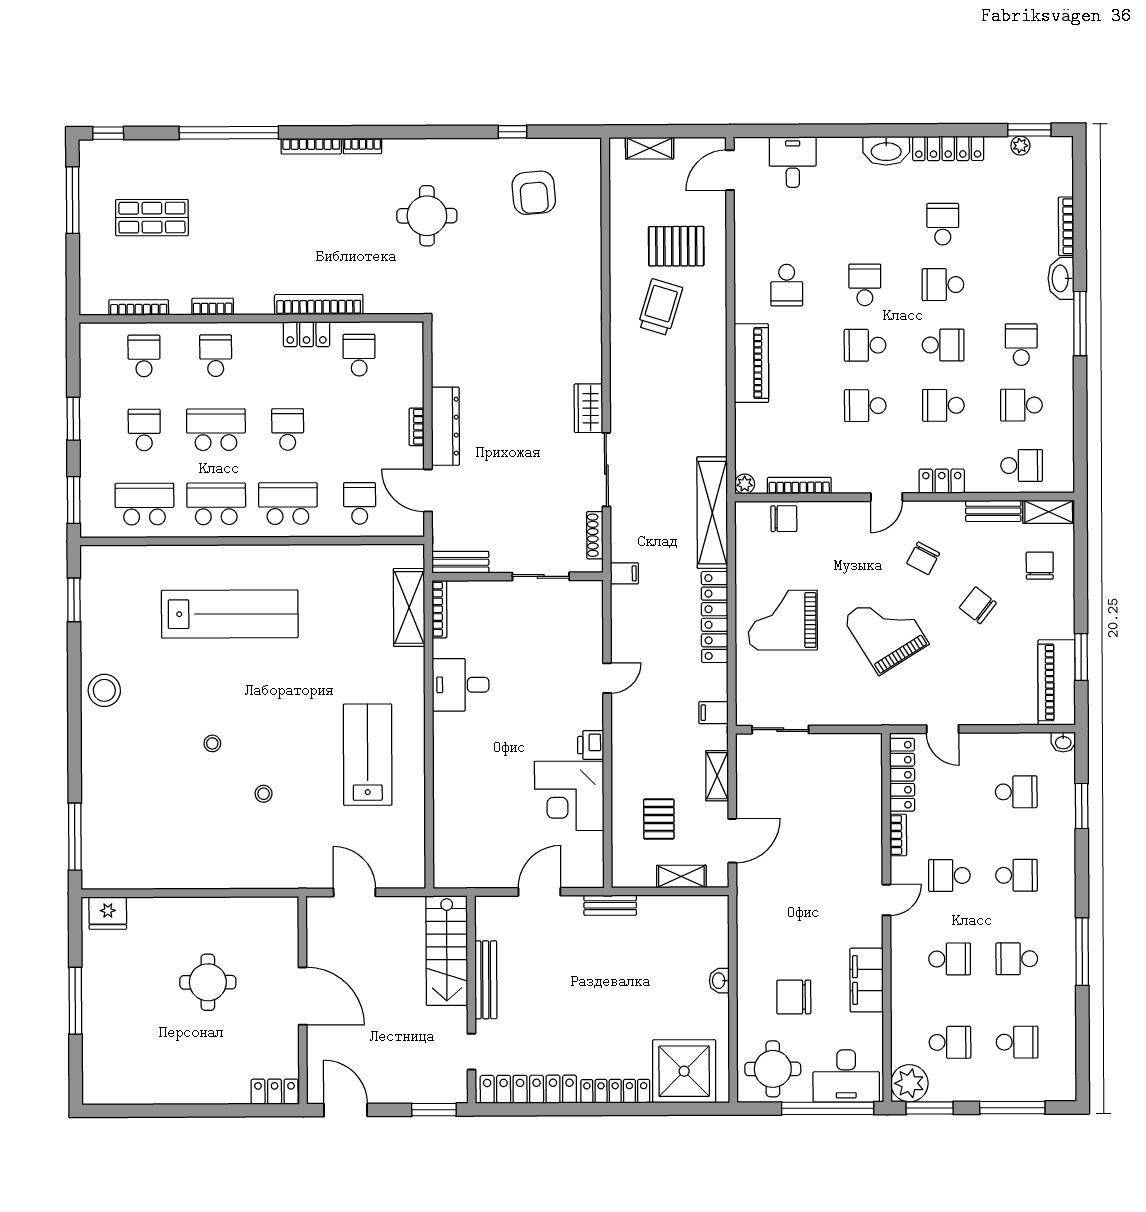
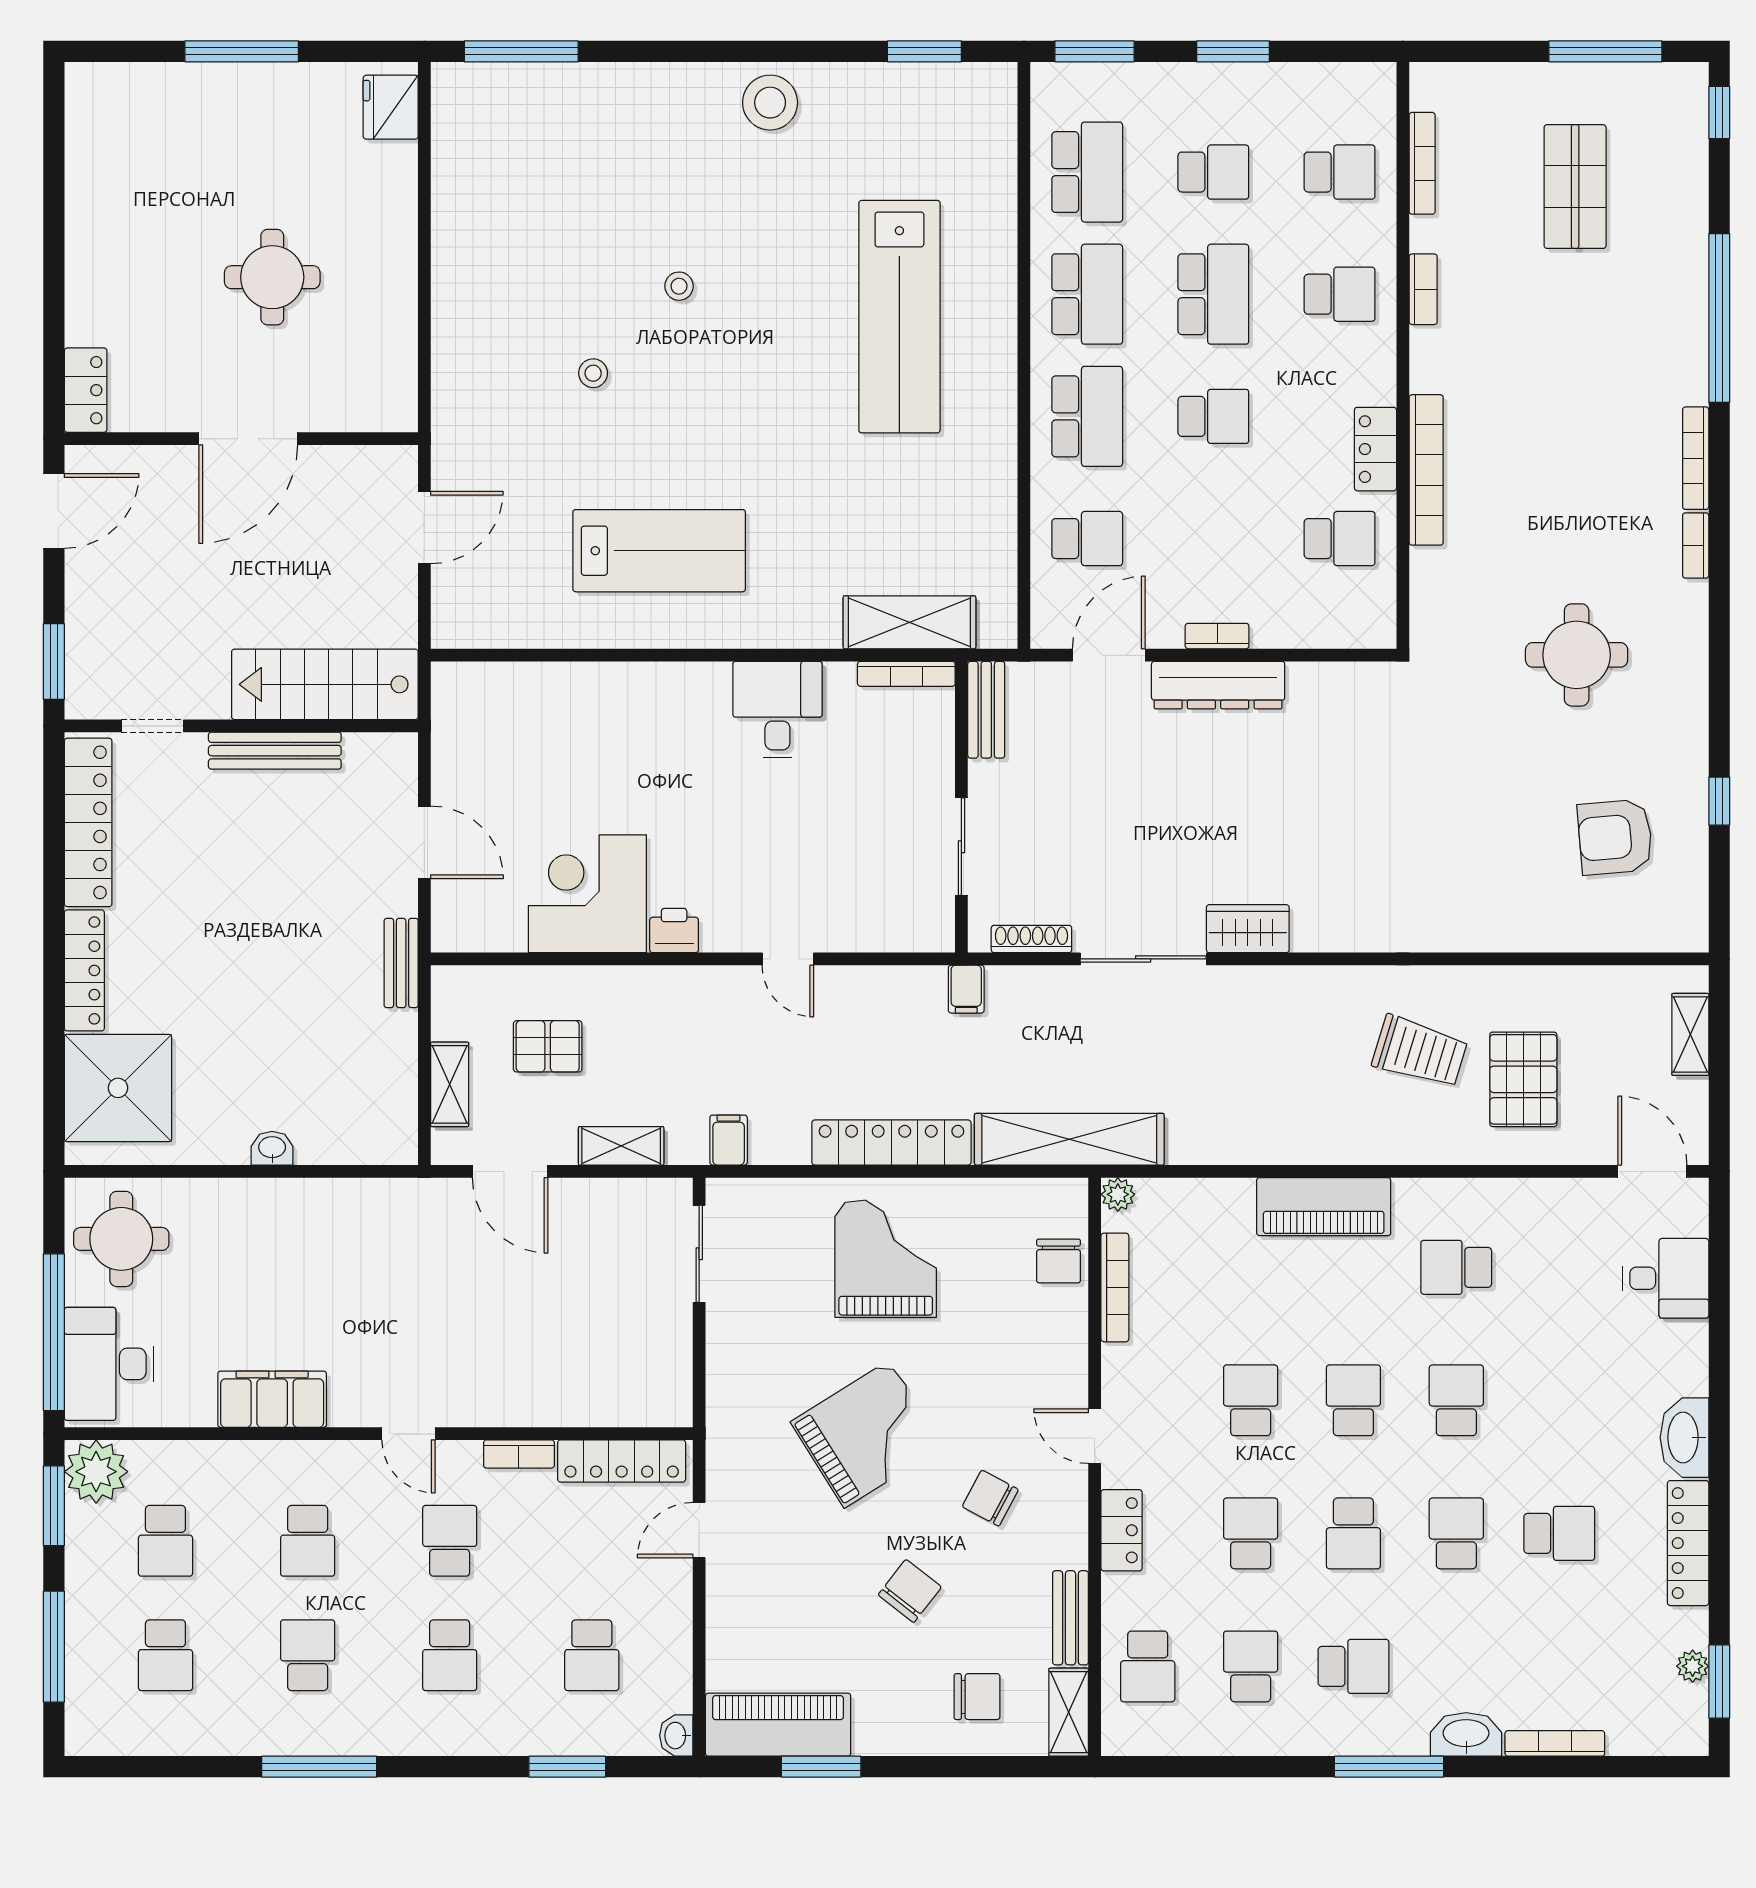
school desk: (865, 285) -> (1456, 1400), turned -90
chair: (794, 997) -> (244, 1275), removed

